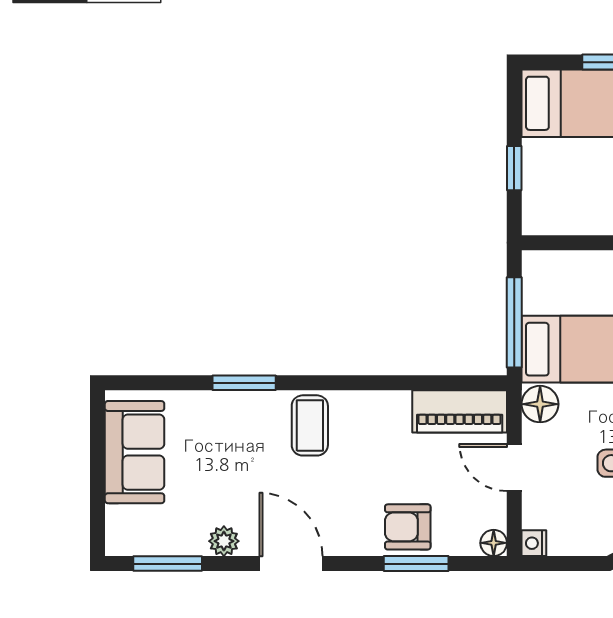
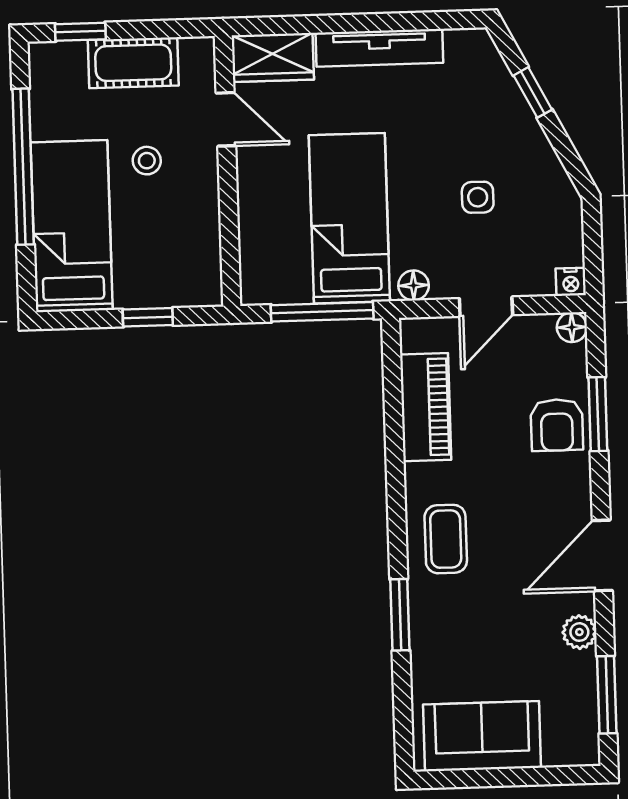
floor lamp: (540, 404) -> (414, 285), width x0.73, depth x0.73
piano: (460, 411) -> (426, 407), moved
coffee table: (310, 425) -> (446, 539), turned 90

